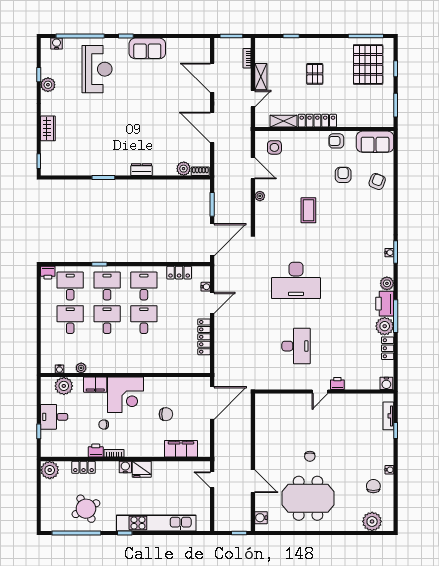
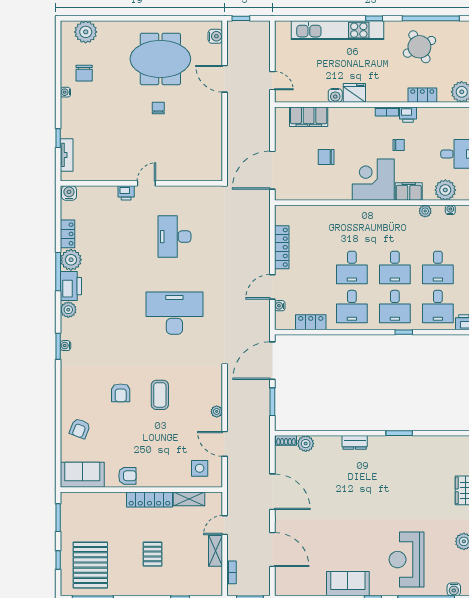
armchair: (343, 175) -> (121, 393), moved
water cooler: (125, 467) -> (335, 95), moved

